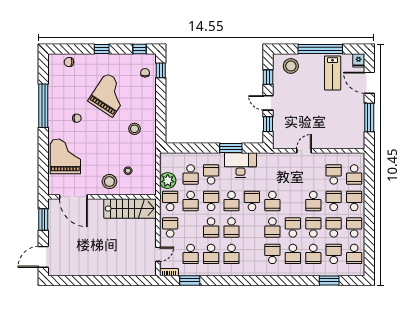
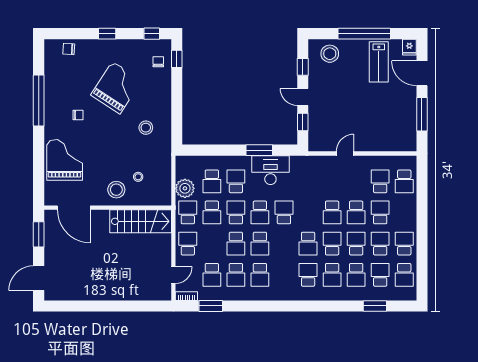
school desk: (272, 201) -> (332, 212), moved
school desk: (354, 201) -> (404, 212), removed

